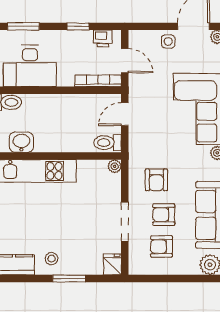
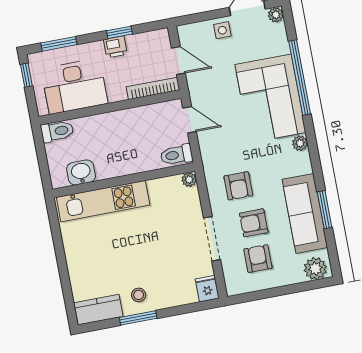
printer: (103, 38) -> (115, 47), moved
door: (125, 114) -> (190, 120), swing flipped
armchair: (162, 246) -> (258, 259), turned 90
window: (69, 279) -> (138, 318), moved

